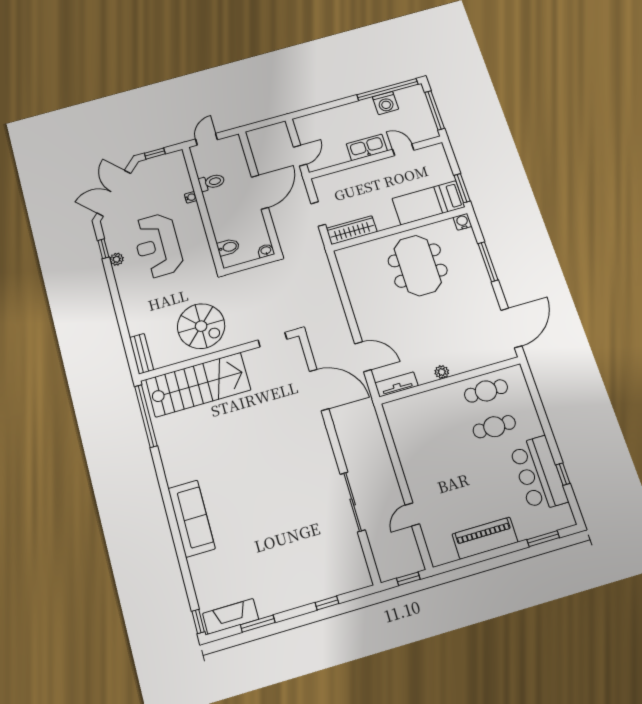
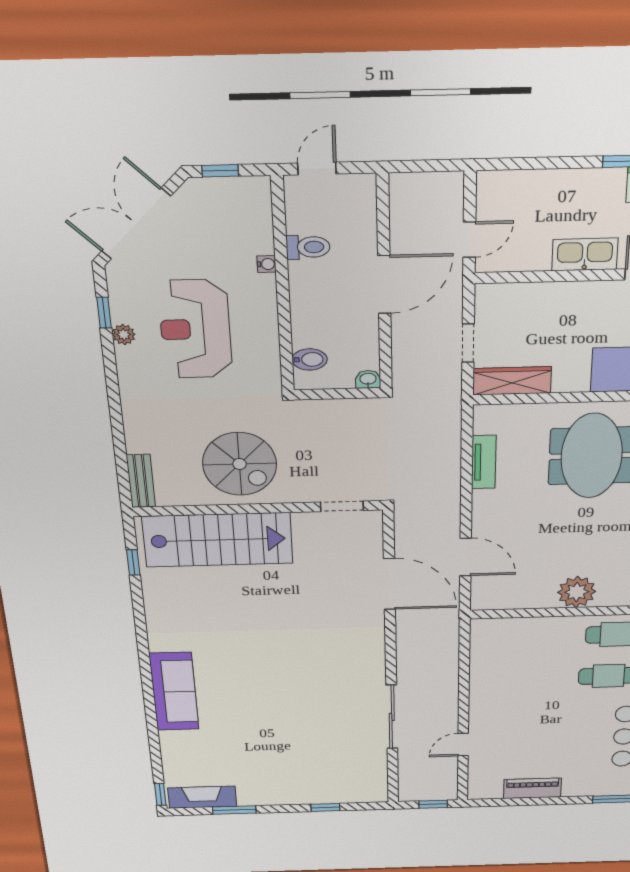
plant: (442, 372) -> (577, 592), width x1.88, depth x1.88
tv unit: (396, 384) -> (484, 462), moved, turned 90
window: (146, 416) -> (133, 562), width x0.32
piano: (485, 538) -> (532, 788), width x0.73, depth x0.75

